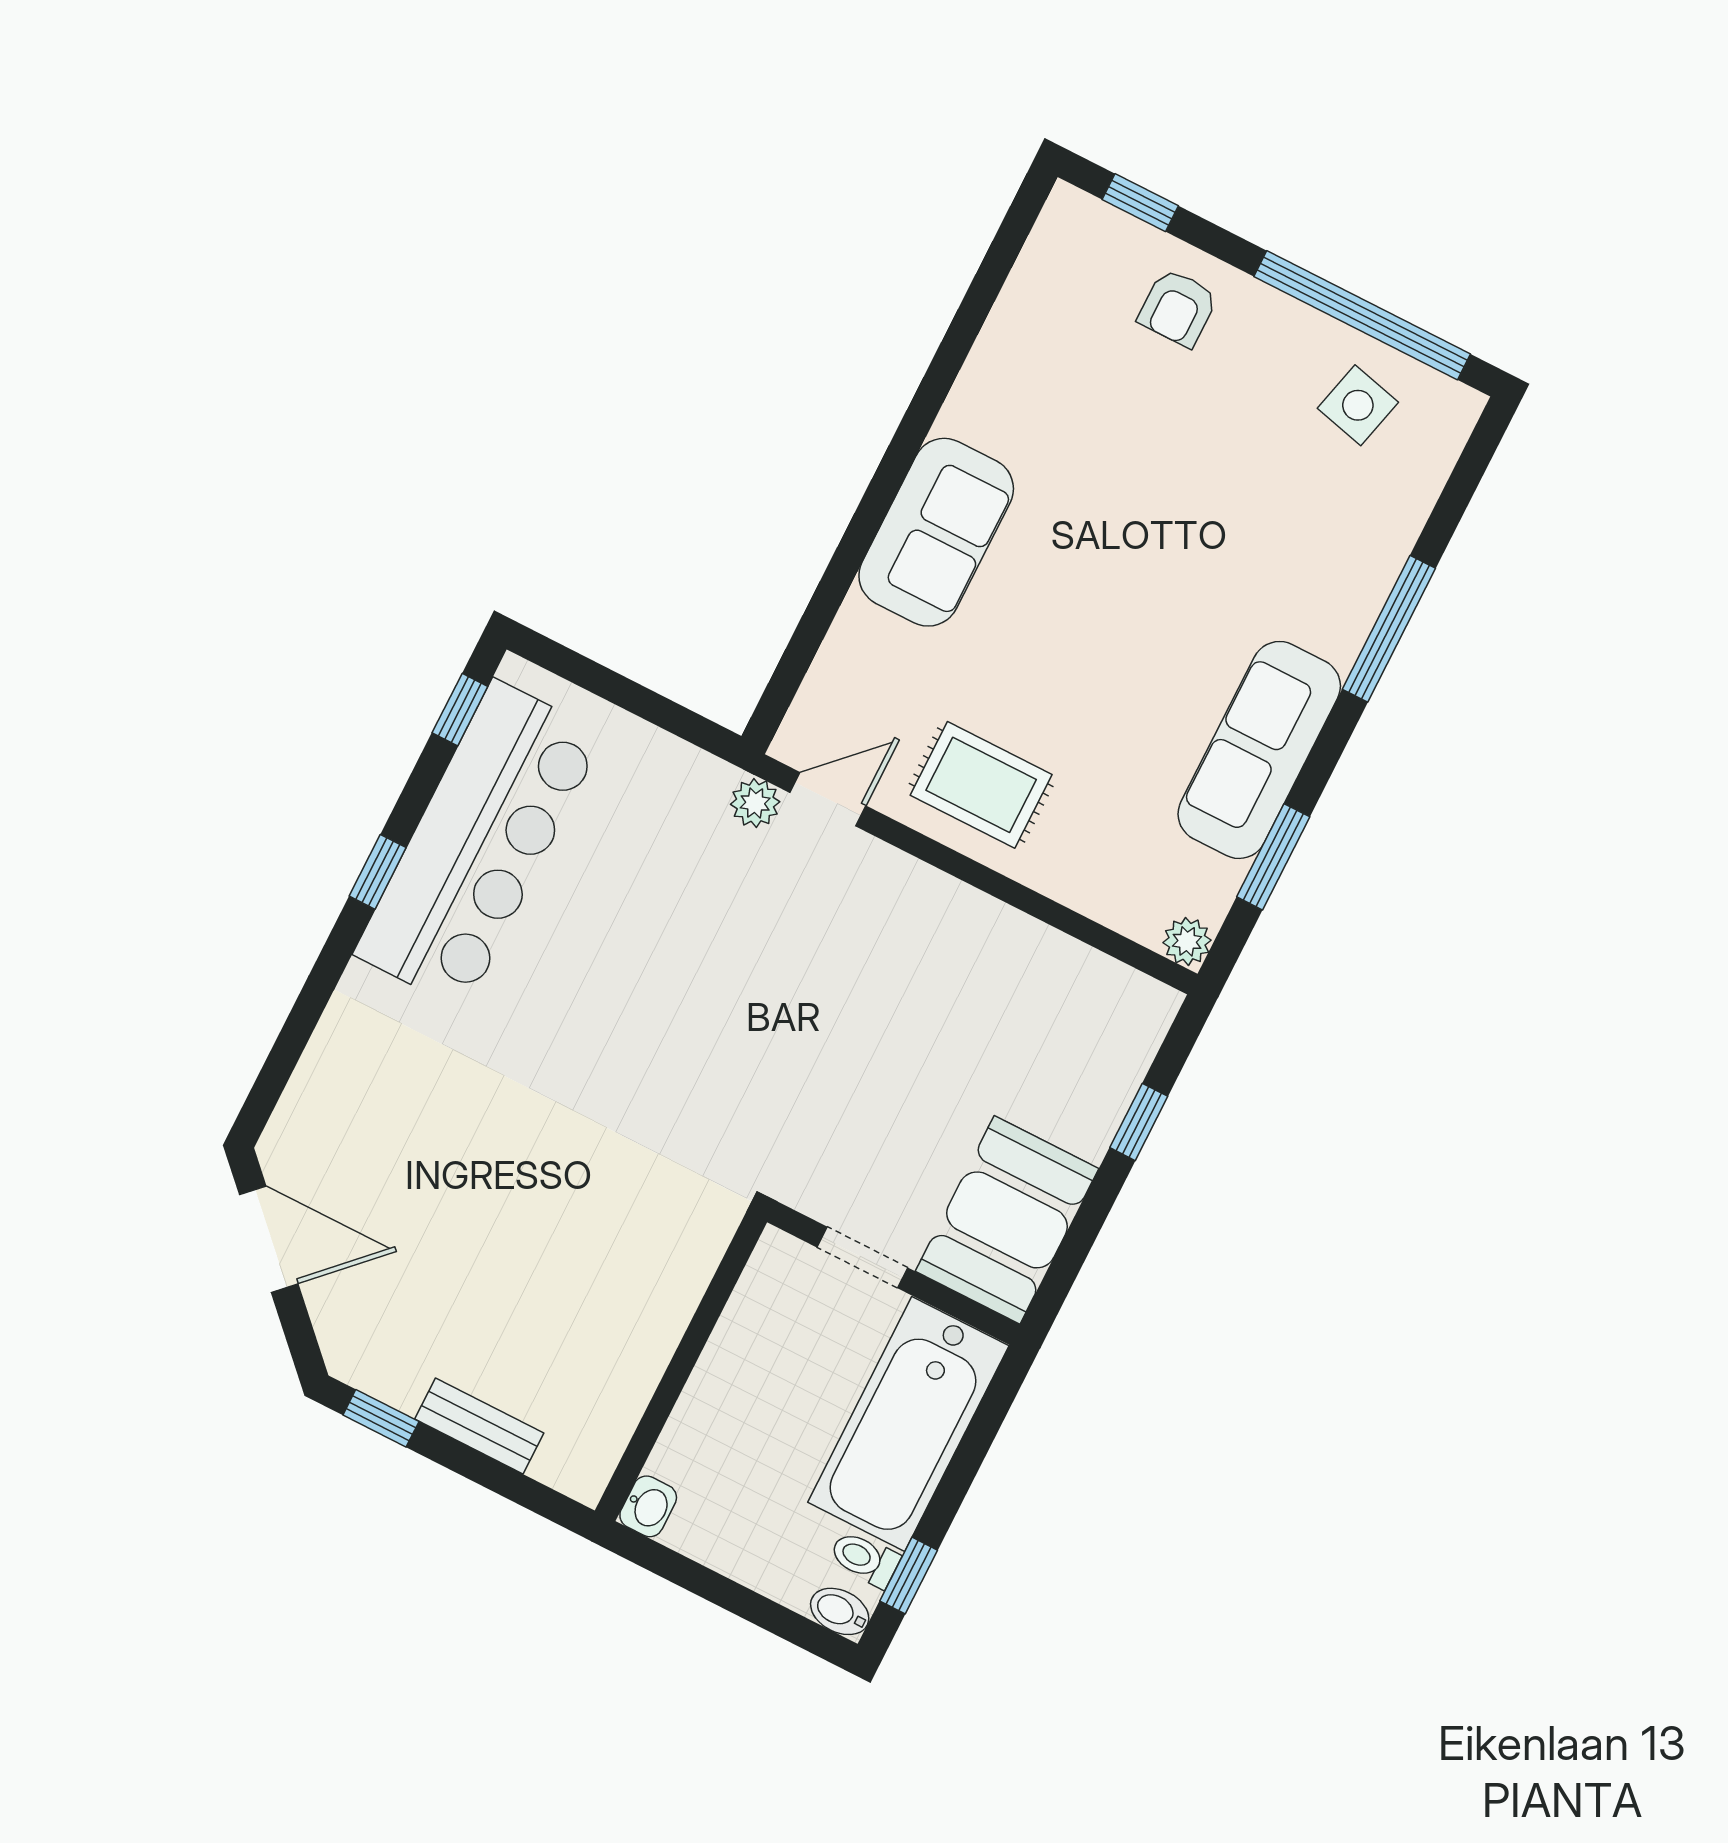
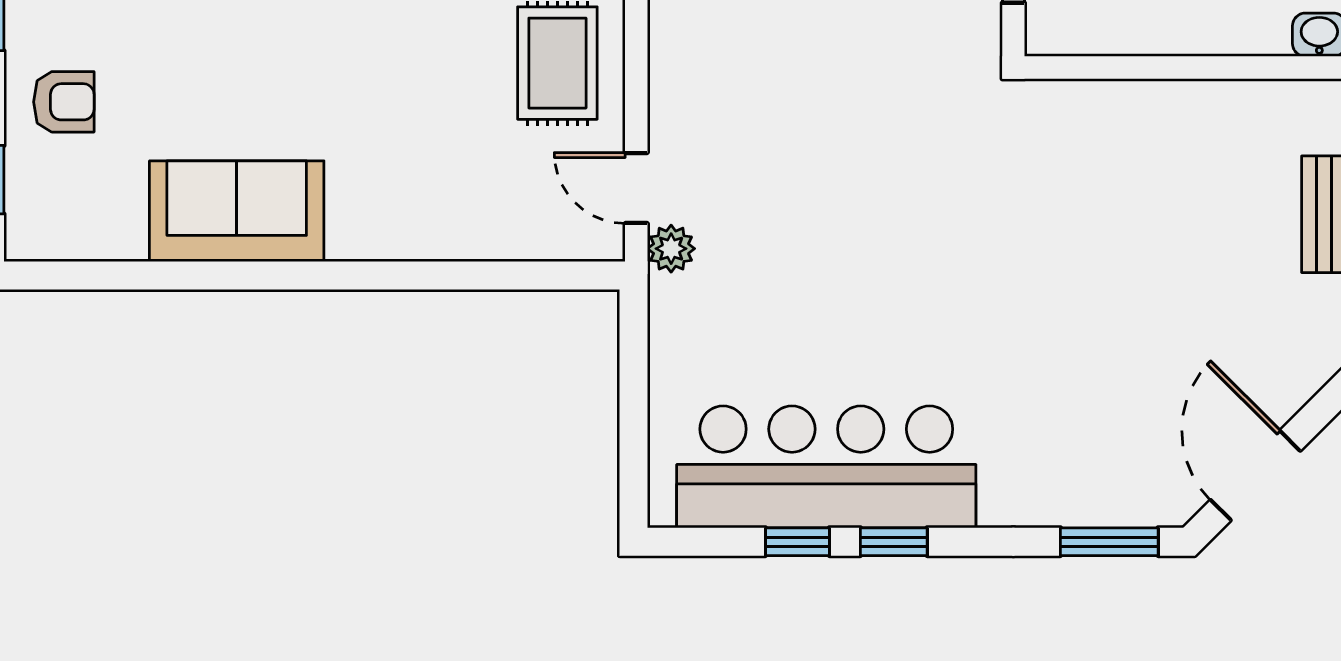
sofa: (936, 532) -> (237, 211), moved
window: (460, 710) -> (797, 542), moved
window: (276, 1072) -> (1109, 542), added

